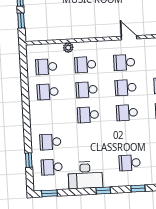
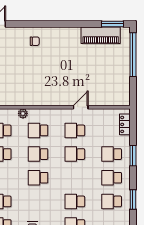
door: (129, 38) -> (81, 107), hinge flipped
school desk: (127, 113) -> (75, 201), moved

